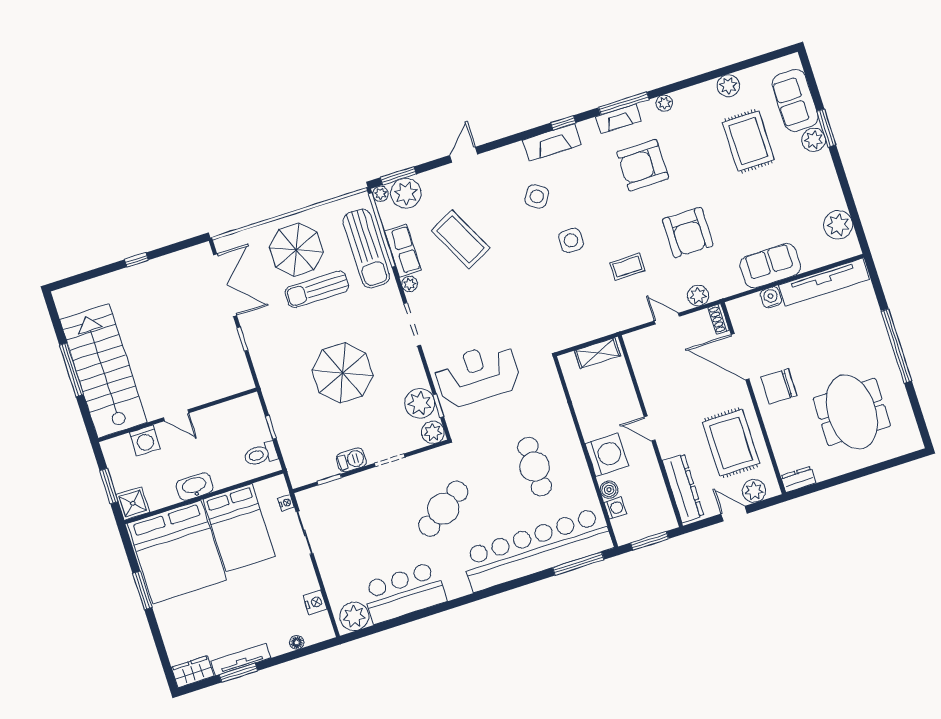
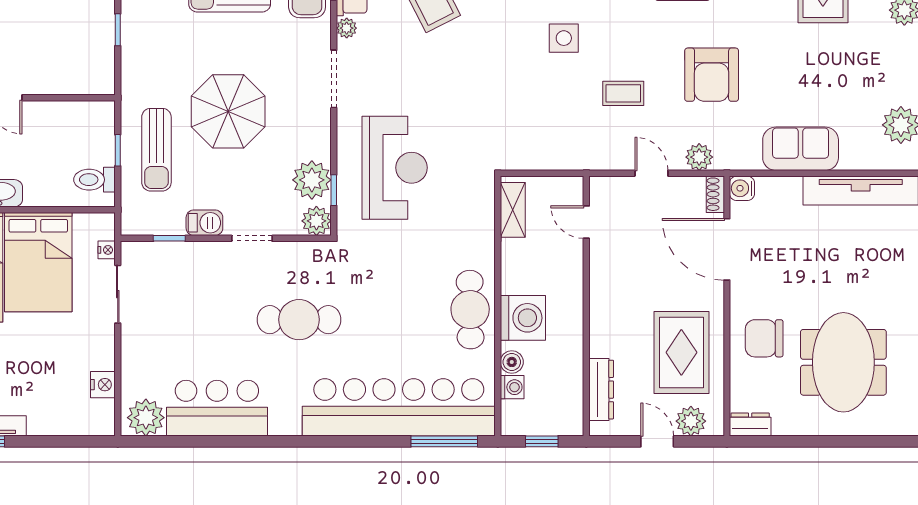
water cooler: (771, 297) -> (742, 188), moved, turned -90
shelving: (597, 353) -> (513, 210), moved, turned 90
reception desk: (478, 375) -> (395, 168), turned 90
chair: (779, 386) -> (764, 338), moved
sun lounger: (299, 418) -> (156, 150), added
door: (650, 428) -> (586, 222), moved
cafe table: (535, 467) -> (470, 310), moved
dresser: (683, 488) -> (601, 390), width x0.73, depth x0.80
cafe table: (443, 509) -> (299, 320), turned 33
window: (650, 541) -> (542, 441), width x0.67
floor lamp: (297, 642) -> (64, 427), removed

